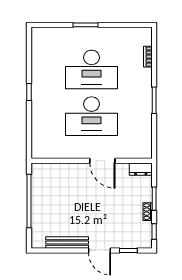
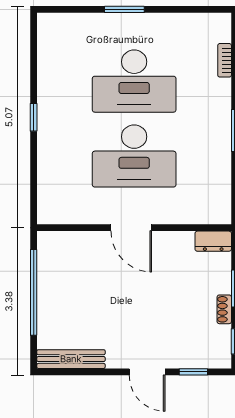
door: (102, 161) -> (131, 228), moved
bench: (67, 243) -> (71, 359), moved

